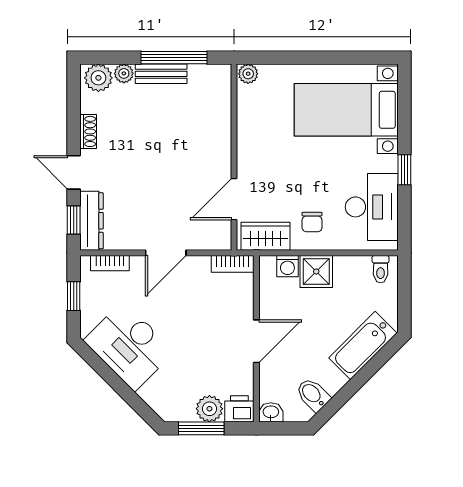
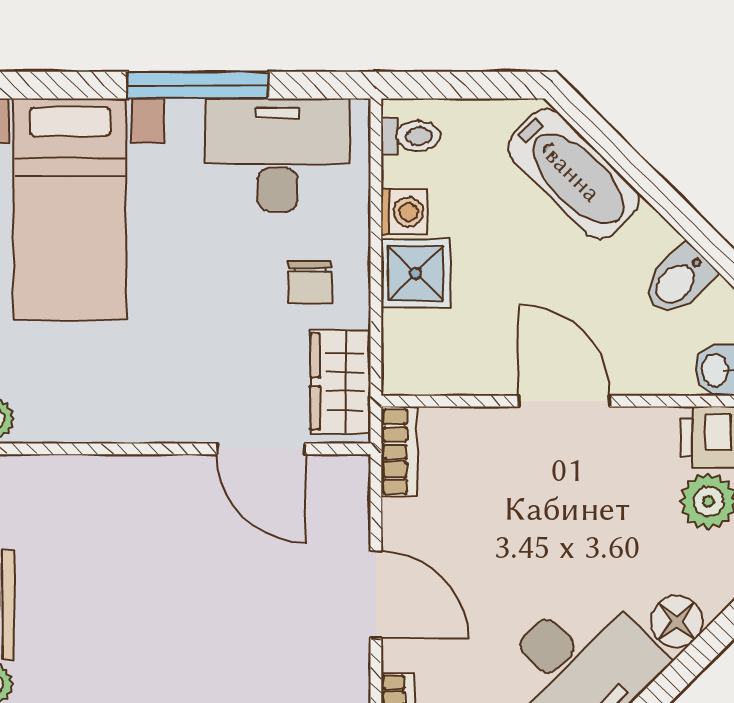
window: (404, 170) -> (198, 85), width x2.17
chair: (312, 222) -> (310, 282), turned 90
washing machine: (287, 266) -> (404, 212), moved
floor lamp: (153, 394) -> (676, 621), added

